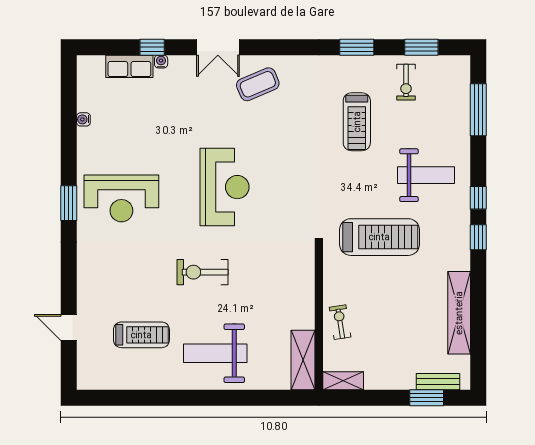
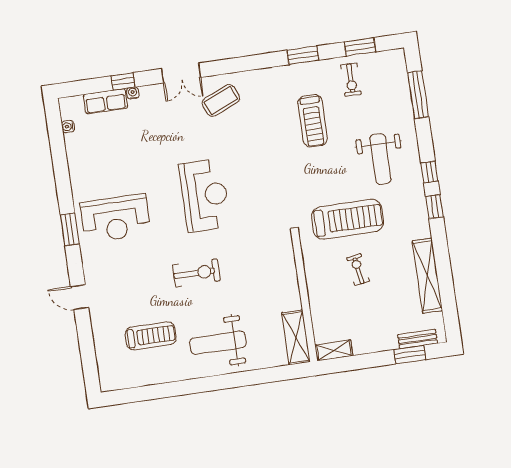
water cooler: (83, 119) -> (68, 127), moved
weight bench: (426, 175) -> (380, 159), turned 90
exercise bike: (203, 272) -> (196, 273), turned 180
exercise bike: (340, 322) -> (358, 269), moved
door: (69, 328) -> (80, 297), moved

